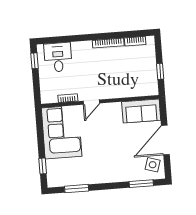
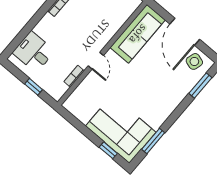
window: (35, 61) -> (34, 87), moved
sofa: (141, 111) -> (138, 34), width x1.36
corner sofa: (62, 132) -> (121, 129), moved

